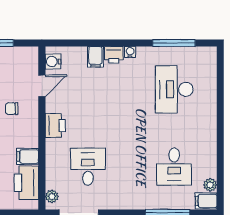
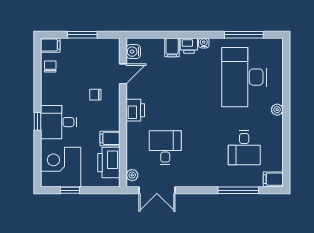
desk: (174, 89) -> (244, 77), width x1.36, depth x1.30
plant: (210, 185) -> (277, 110), moved

